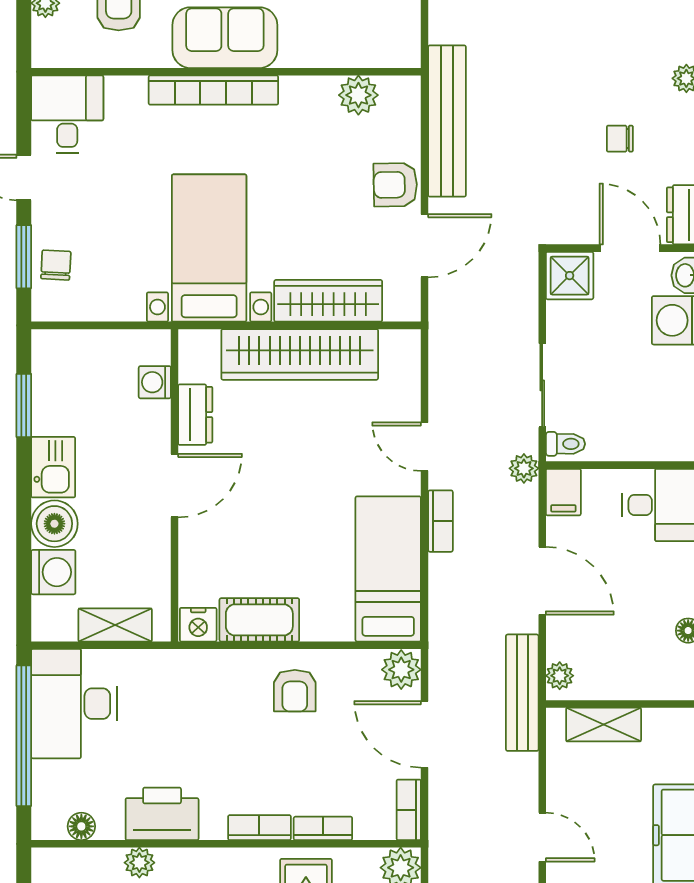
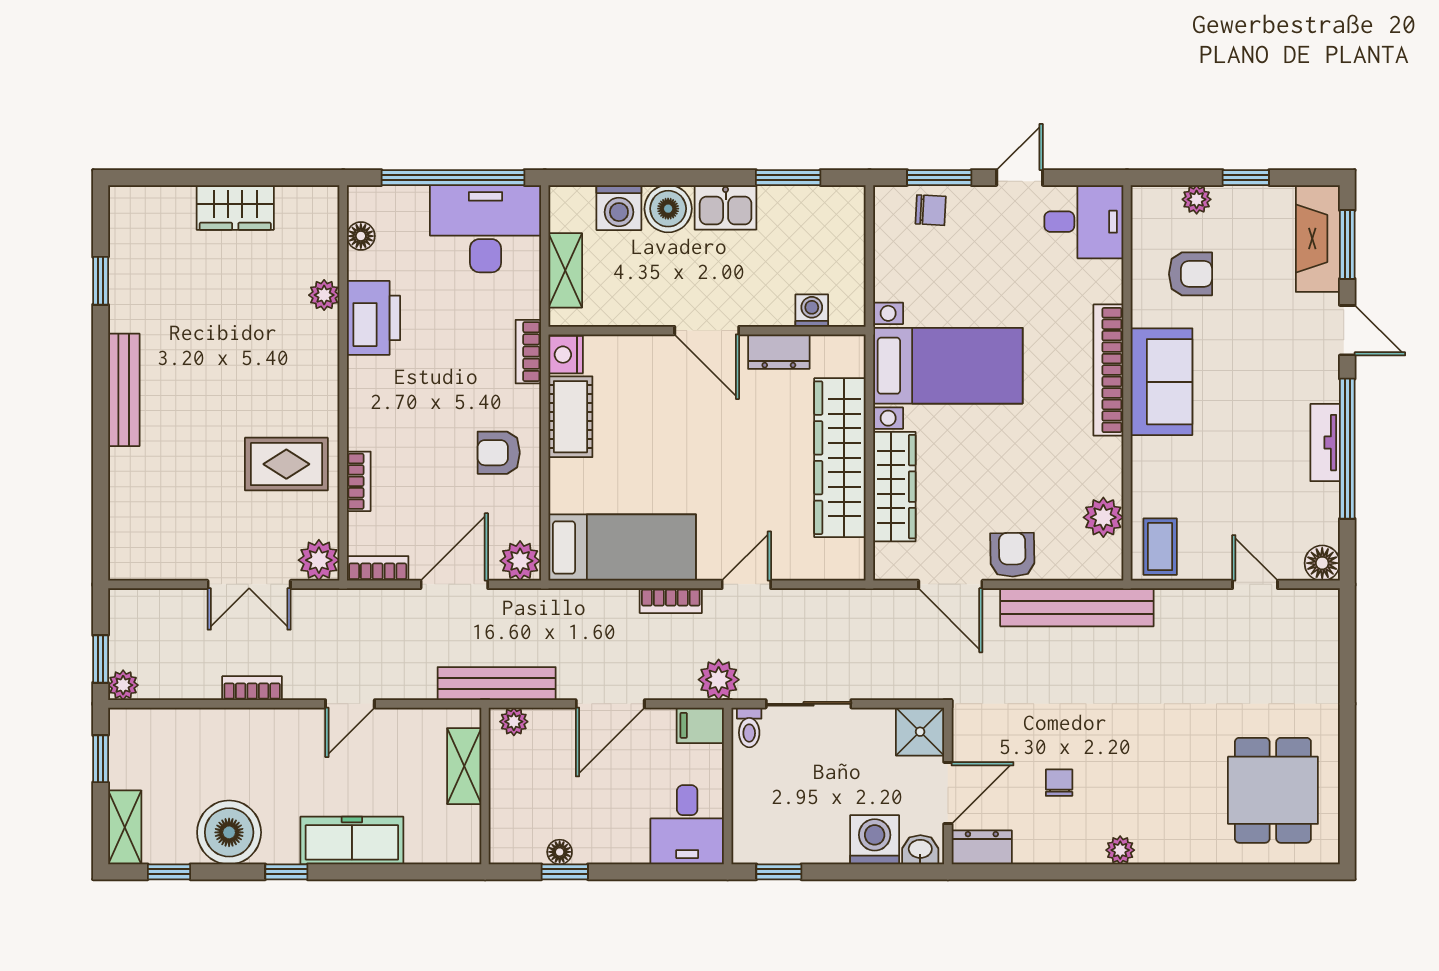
coffee table: (387, 39) -> (1160, 547), added
plant: (524, 468) -> (719, 680), width x1.38, depth x1.38
bookcase: (259, 828) -> (528, 352), moved, turned 180

